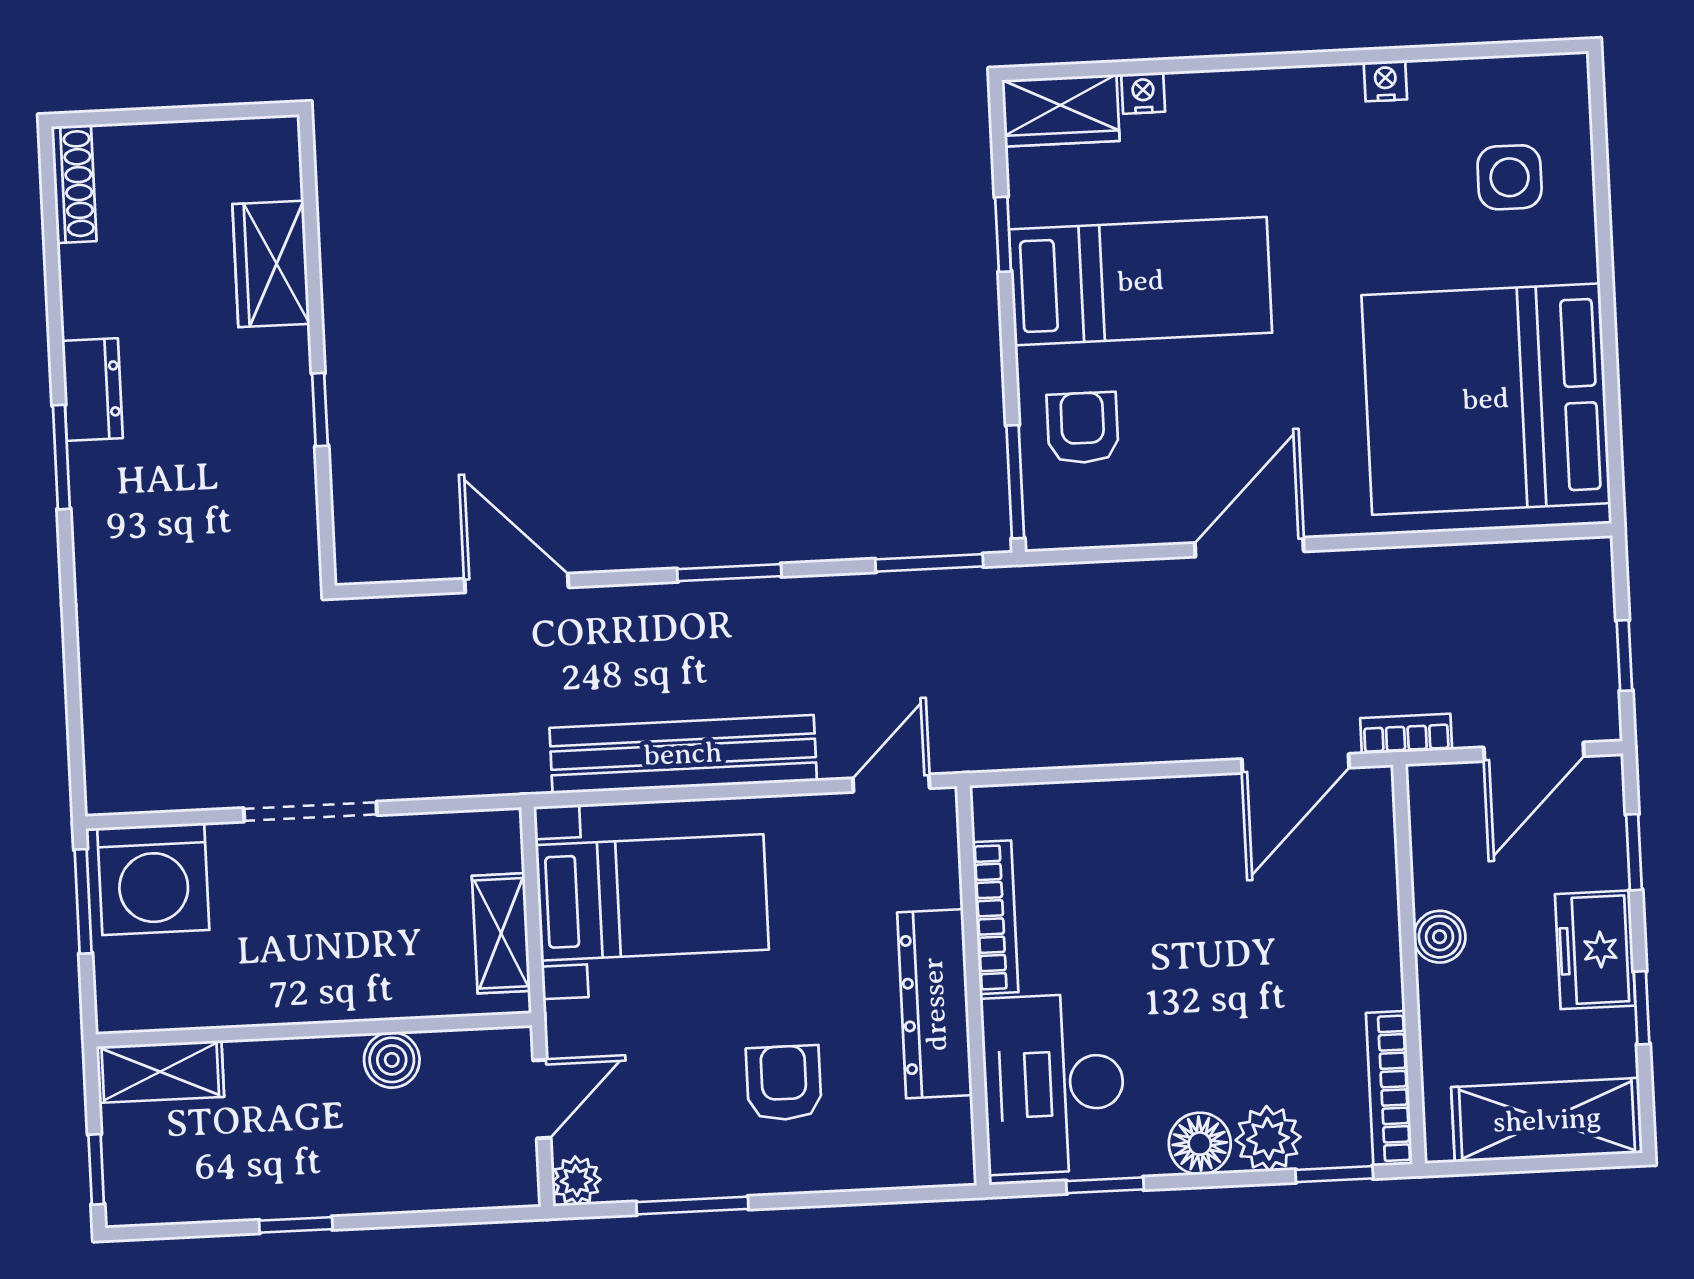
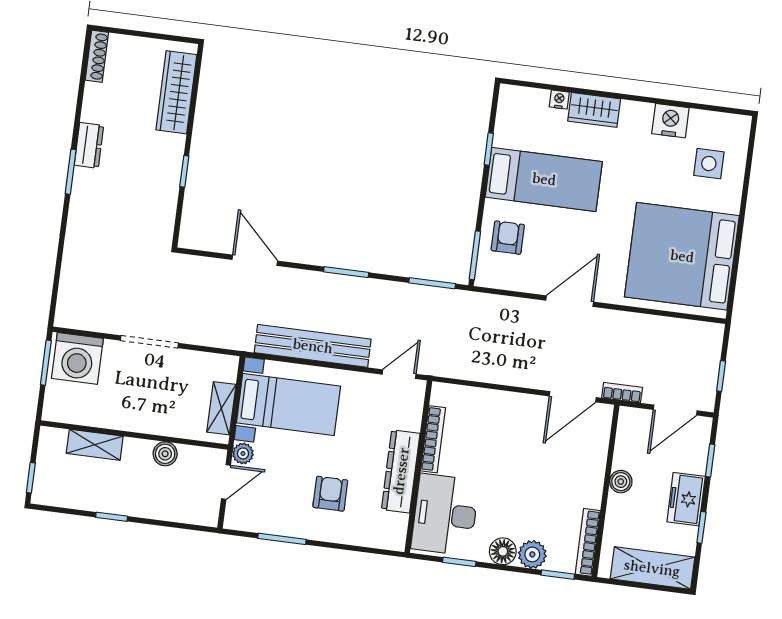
nightstand: (1385, 81) -> (670, 121), width x1.89, depth x1.79
wardrobe: (1061, 110) -> (594, 110), moved
wardrobe: (271, 264) -> (176, 92), width x1.50
shelving: (160, 1072) -> (95, 445), moved
plant: (576, 1181) -> (243, 453), moved

